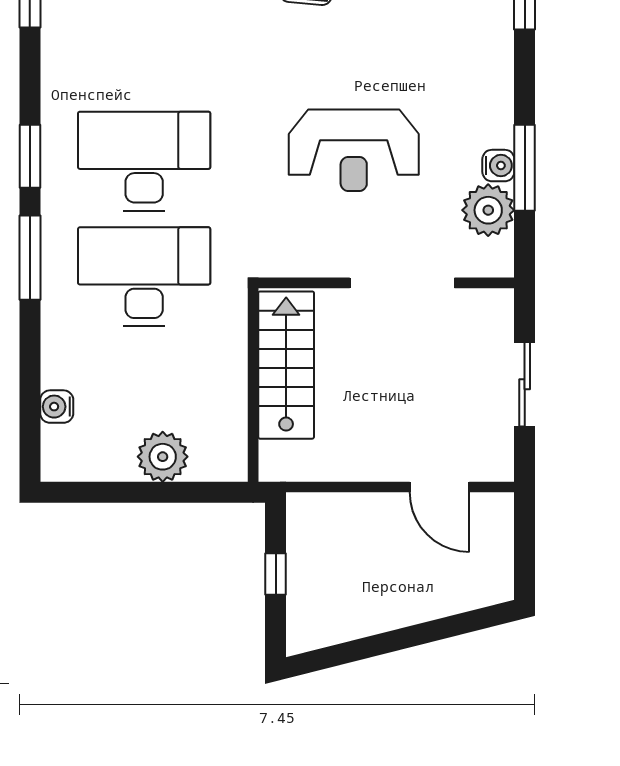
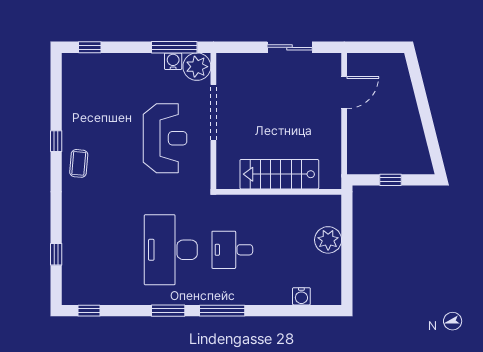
desk: (144, 277) -> (232, 250), width x0.53, depth x0.77
wall: (386, 283) -> (213, 121), moved
doorway: (402, 283) -> (213, 112), moved

